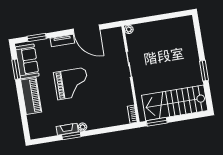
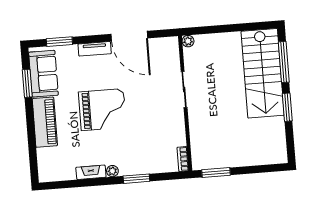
window: (199, 39) -> (284, 62), added
stairs: (175, 103) -> (263, 73), moved, turned -90
window: (71, 136) -> (136, 179), moved

